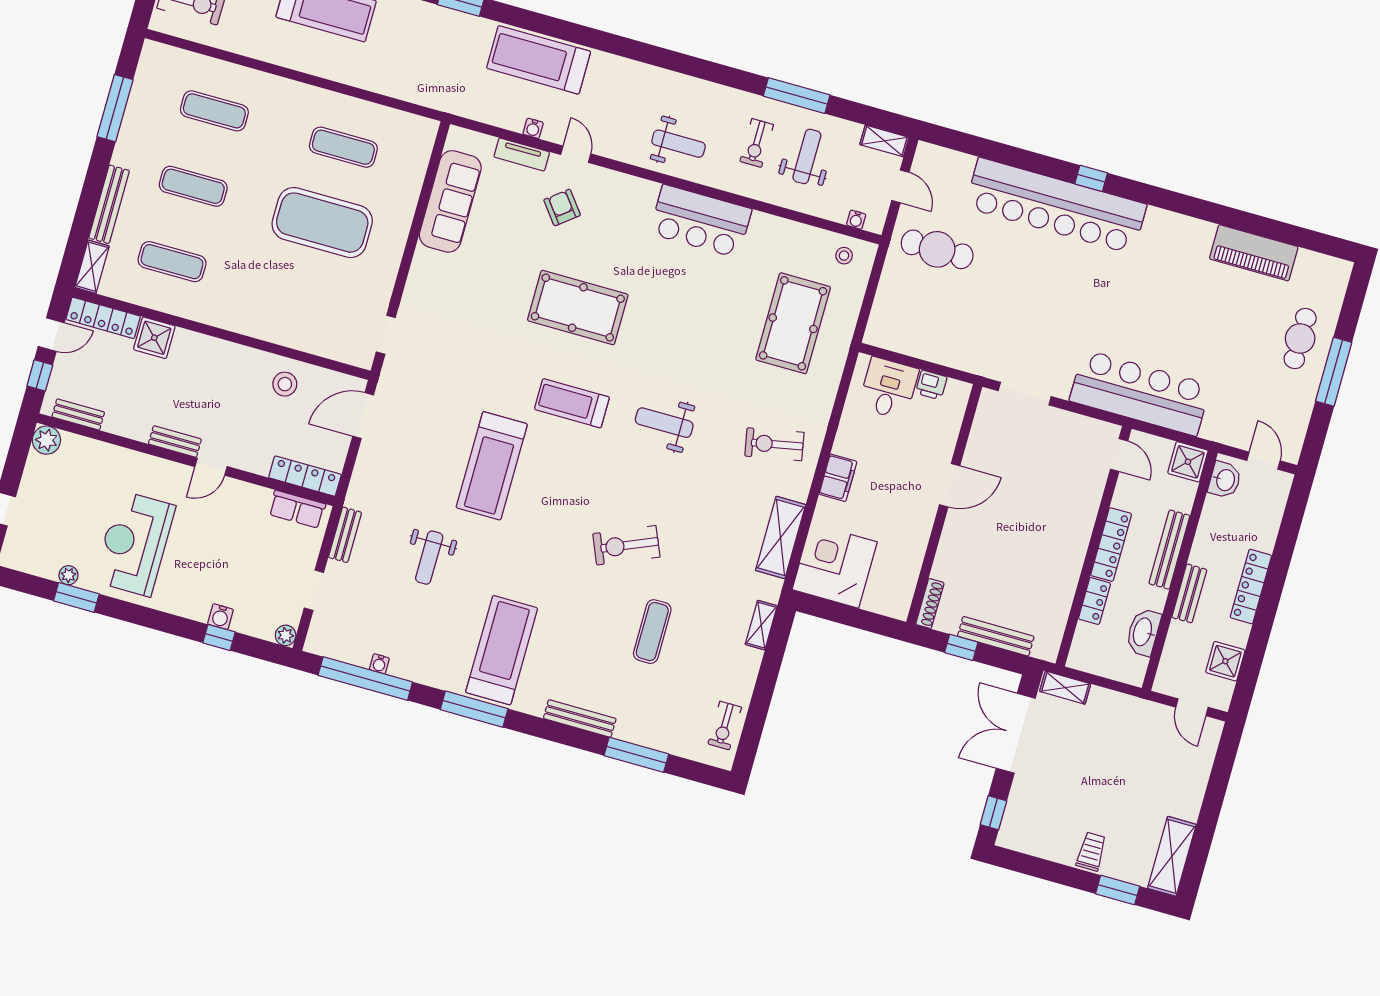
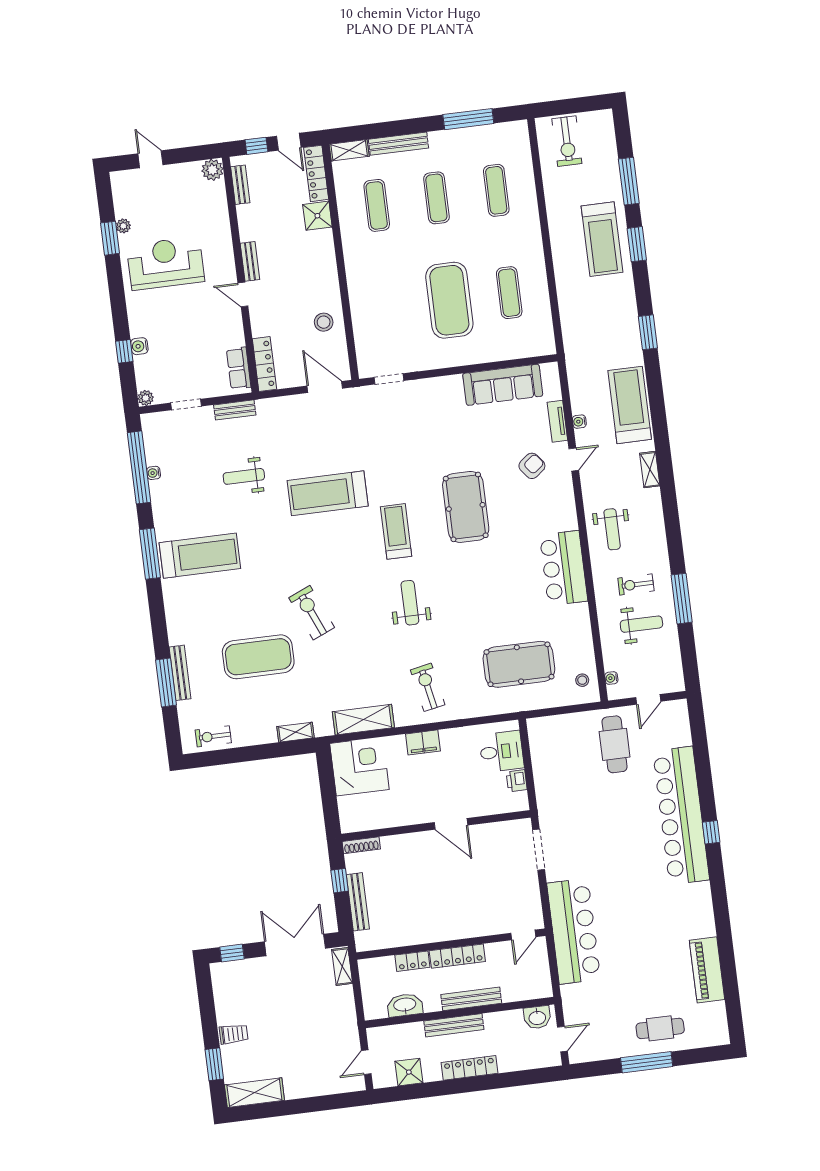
shelving: (884, 141) -> (650, 470), moved
shower: (1188, 462) -> (539, 986), removed
bench: (1189, 593) -> (454, 1025), width x1.36
exercise mat: (652, 632) -> (258, 657), width x2.00, depth x1.45
bench: (580, 719) -> (180, 673), moved

